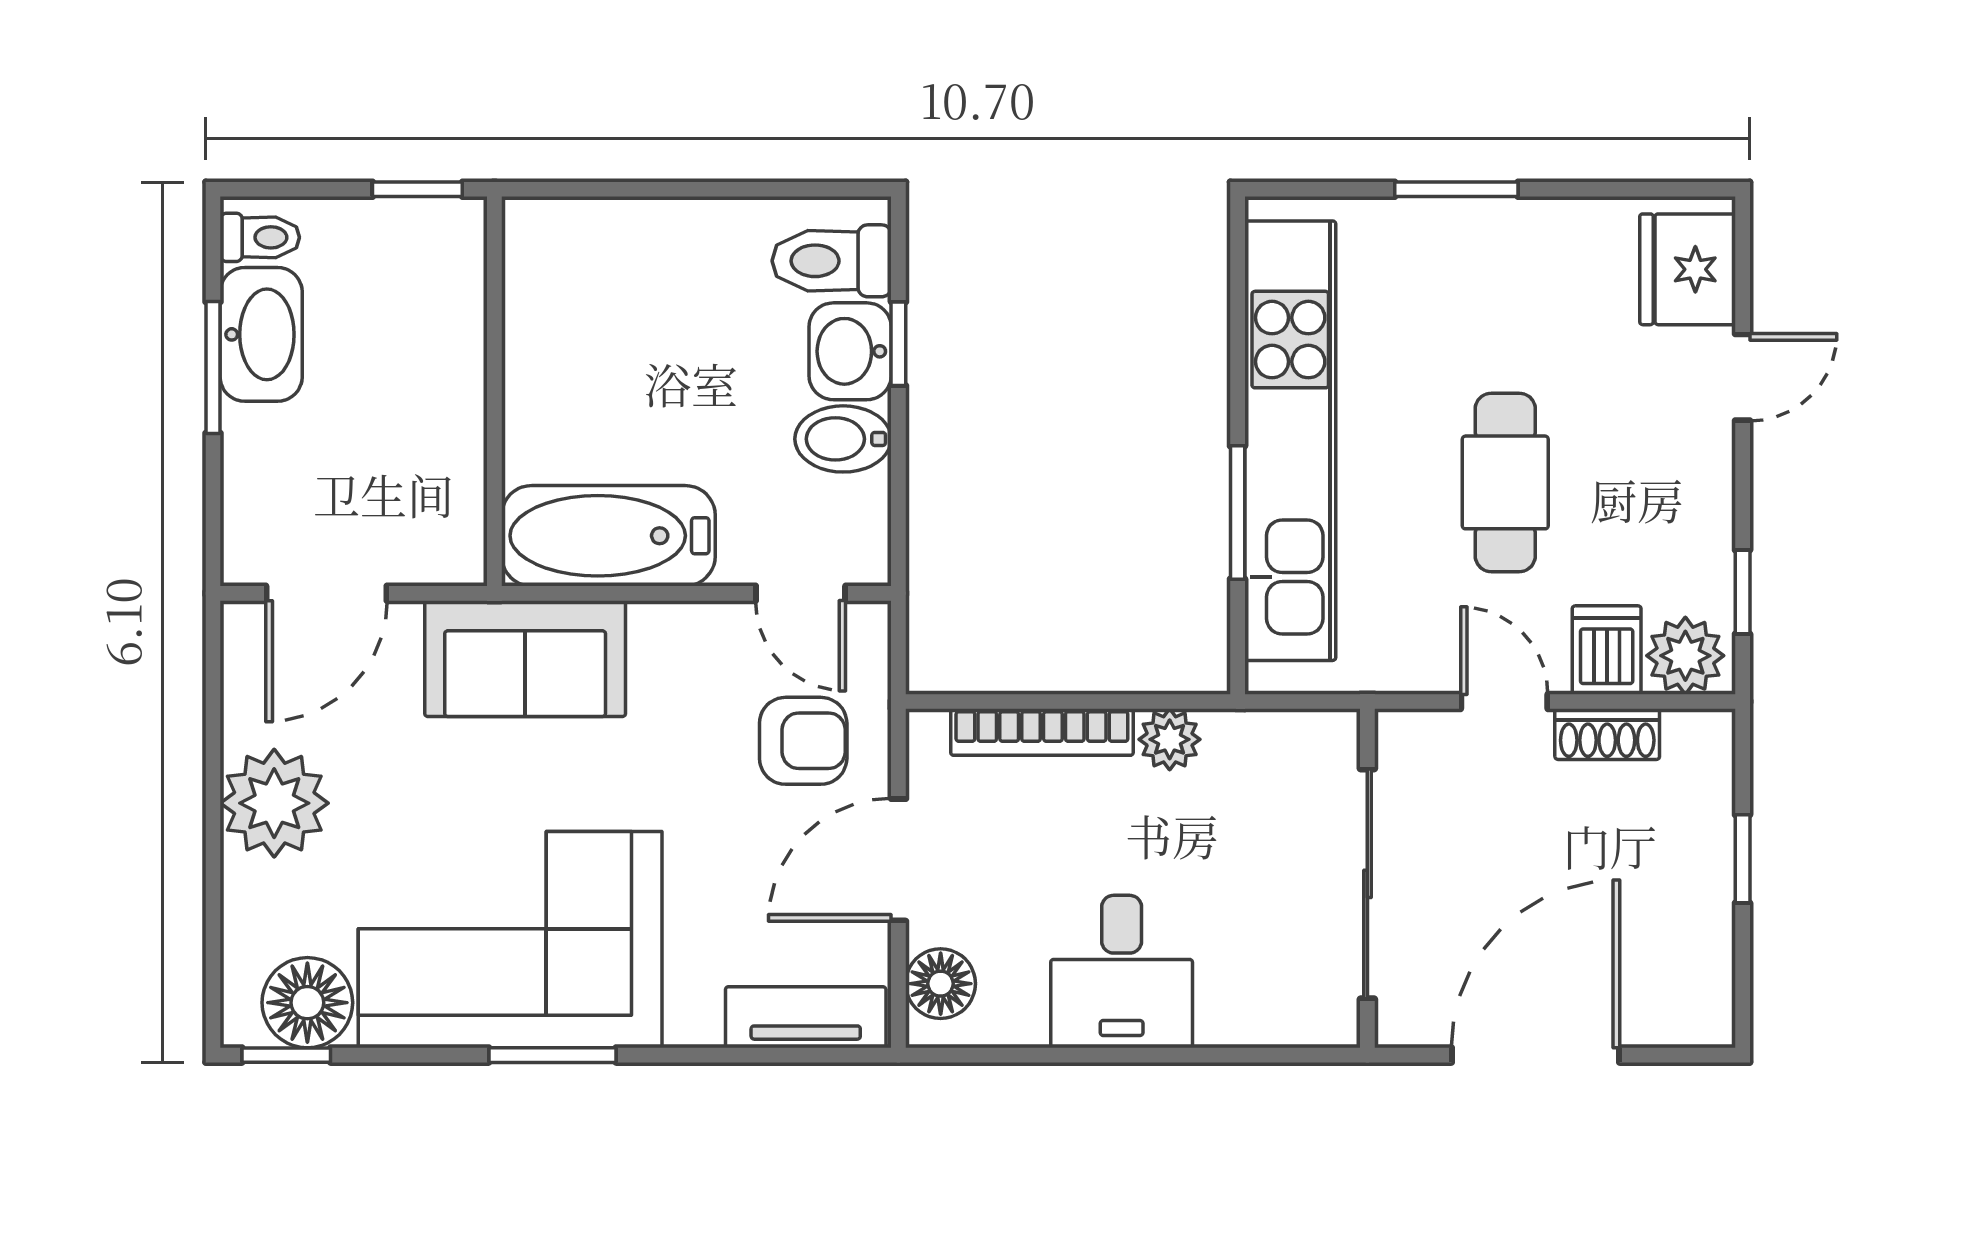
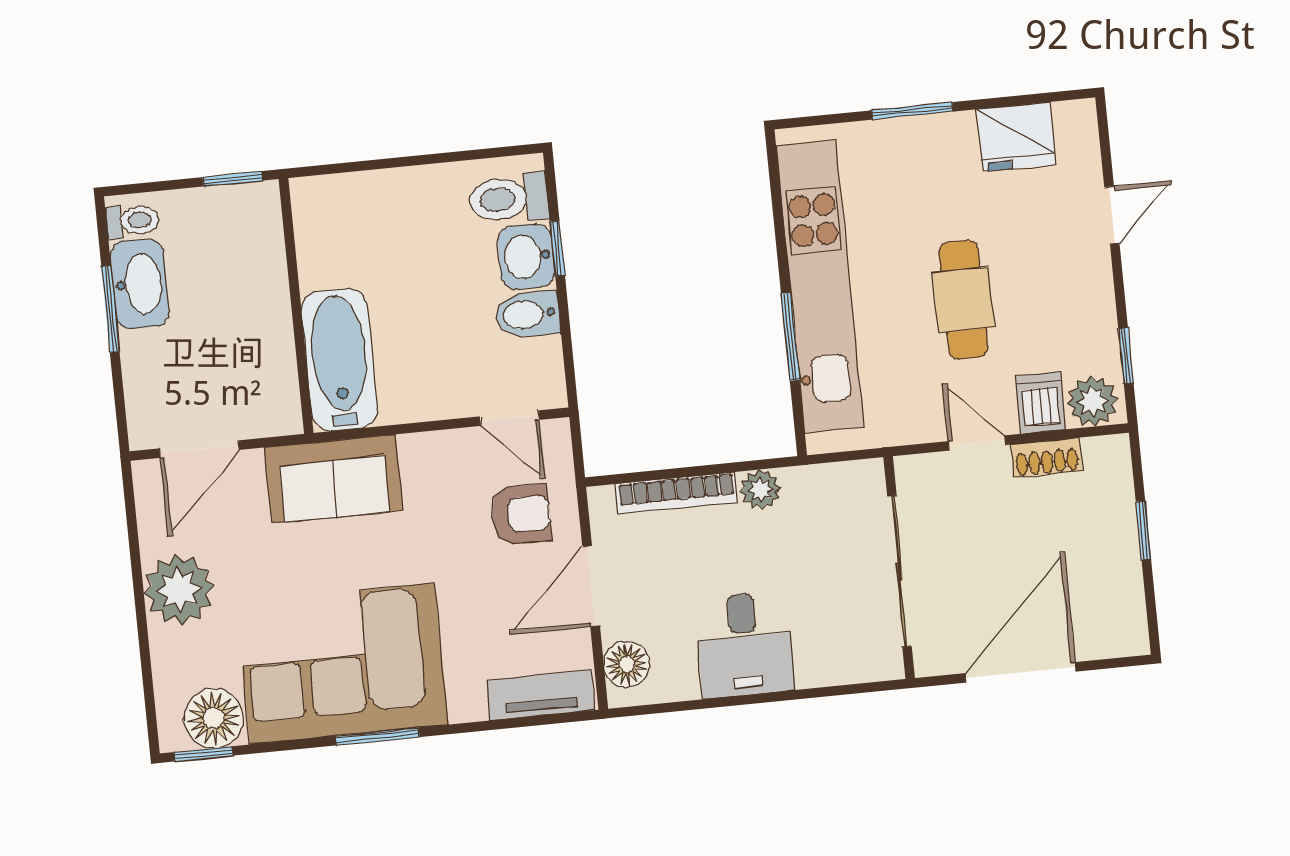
fridge: (1688, 269) -> (1016, 137), moved, turned -90
bathtub: (608, 536) -> (340, 360), moved, turned 90

